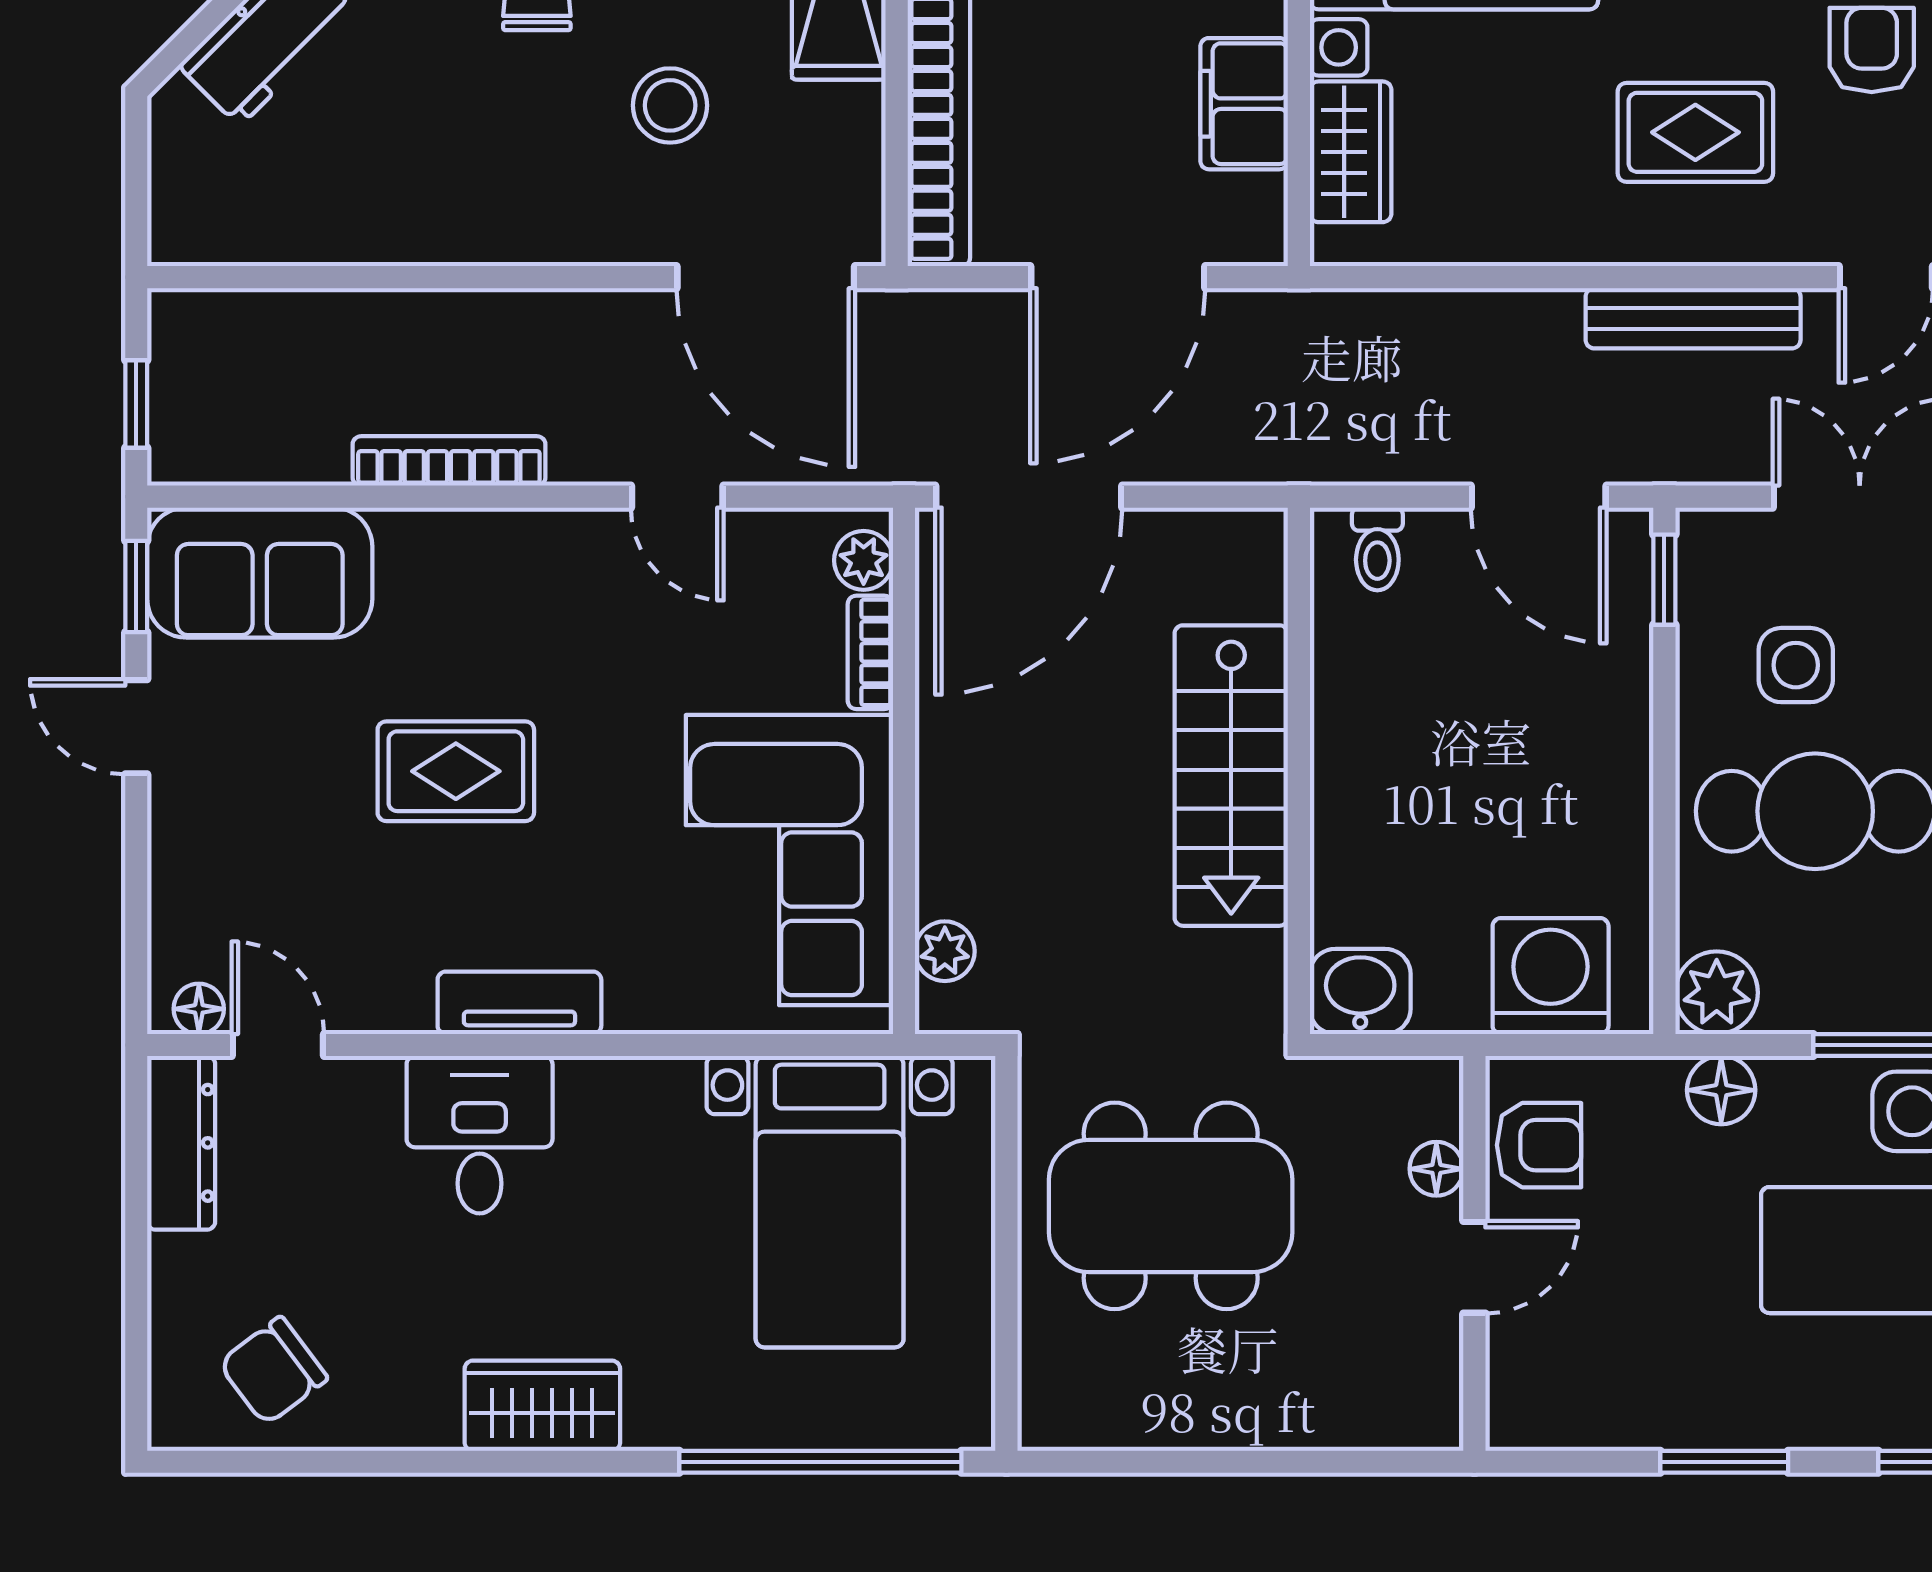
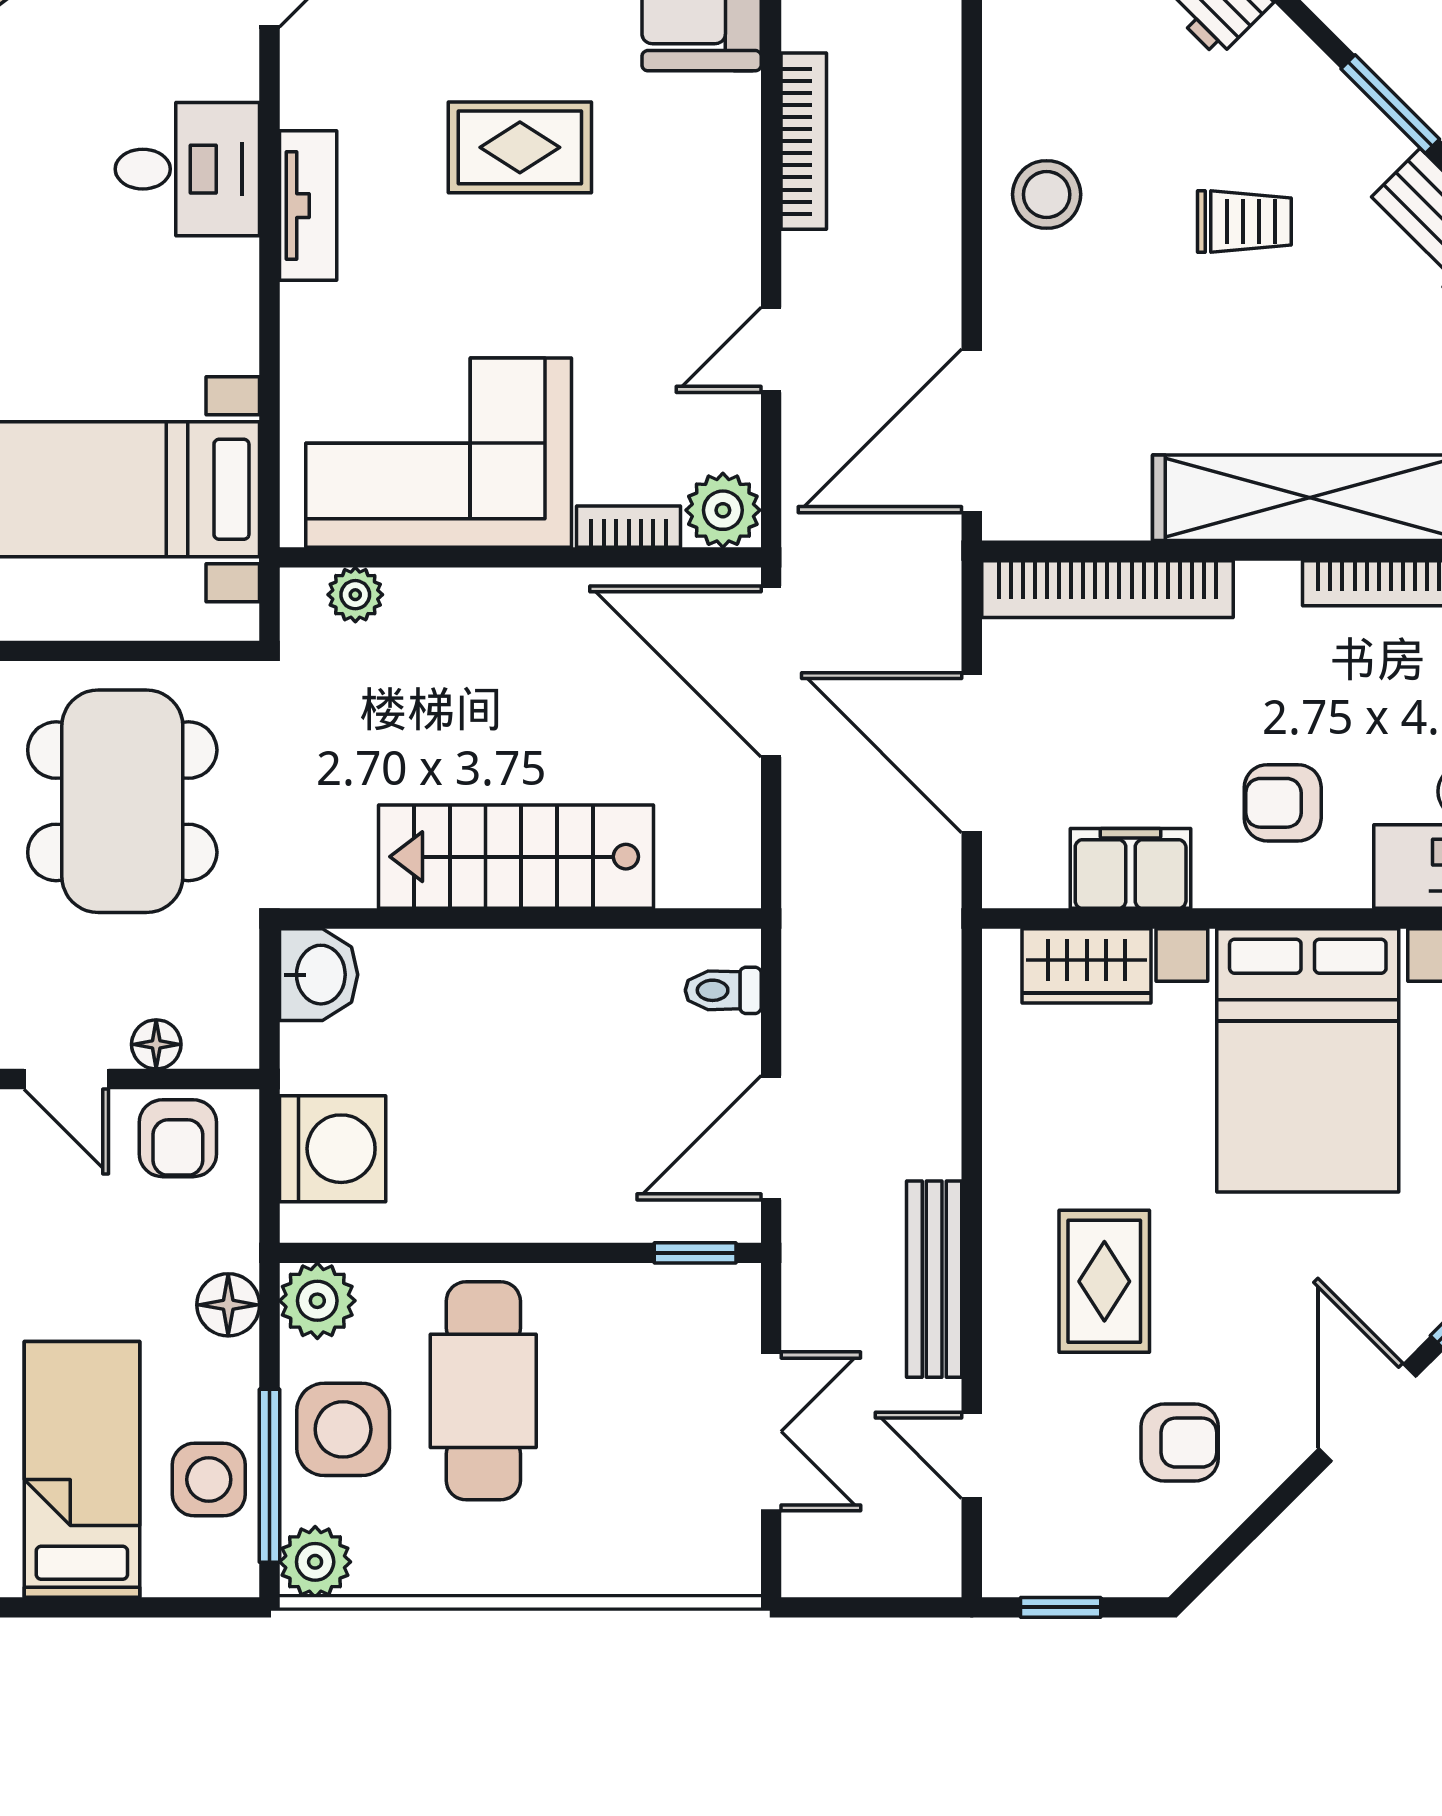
stool: (670, 105) -> (1047, 194), moved
plant: (864, 560) -> (723, 510), width x1.38, depth x1.38
side table: (1796, 665) -> (343, 1429), moved, width x1.37, depth x1.37
rug: (456, 771) -> (520, 147), turned 90

